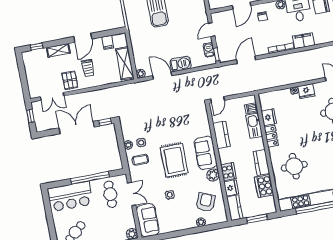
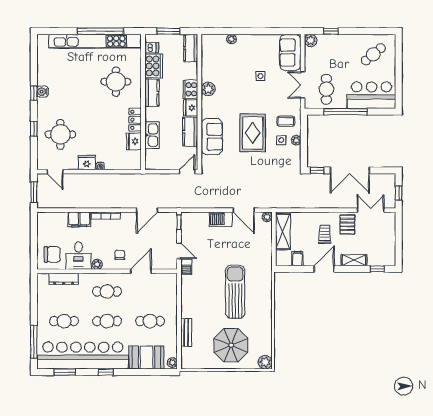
door: (212, 30) -> (179, 251), hinge flipped
barbecue: (209, 50) -> (186, 267), moved
dishwasher: (251, 108) -> (152, 48), moved
sofa: (206, 153) -> (212, 137), moved
rug: (174, 160) -> (253, 133), moved
fridge: (231, 188) -> (191, 108), moved
armchair: (206, 202) -> (222, 60), removed

